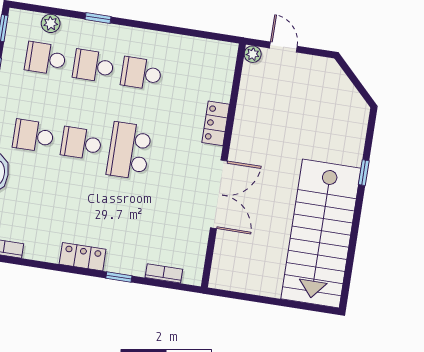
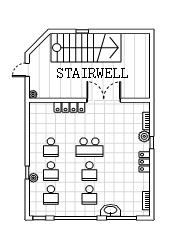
plant: (51, 23) -> (33, 178), moved
door: (283, 47) -> (27, 70), moved
locker: (216, 123) -> (69, 107), width x1.53
stairs: (321, 234) -> (86, 48), moved
plant: (134, 264) -> (144, 136), added

